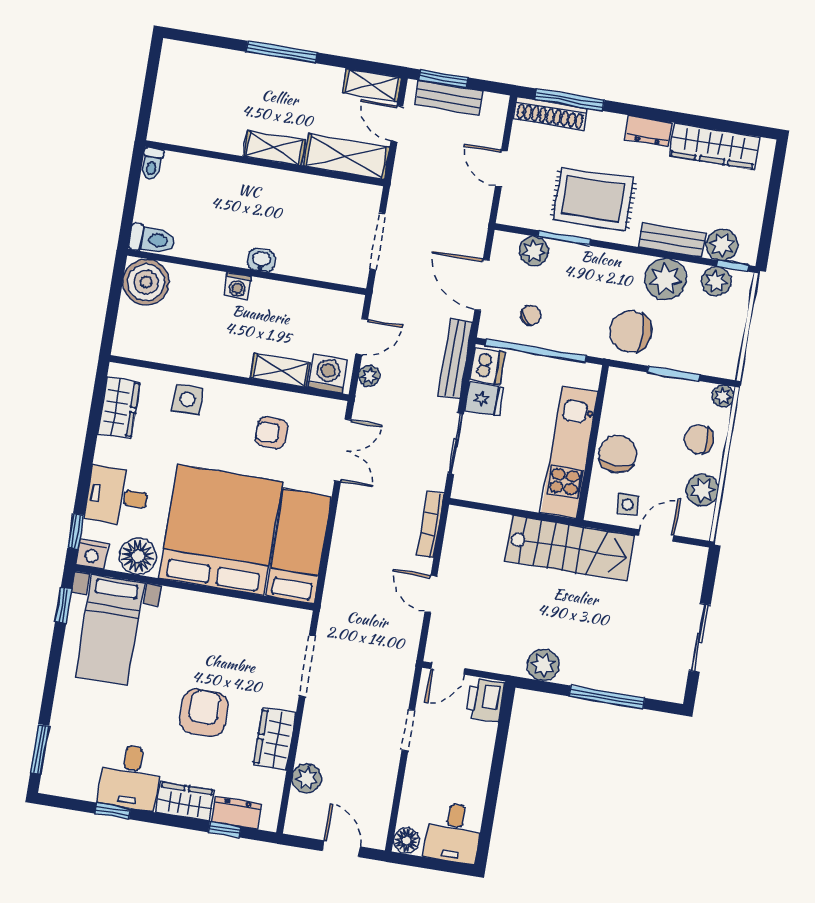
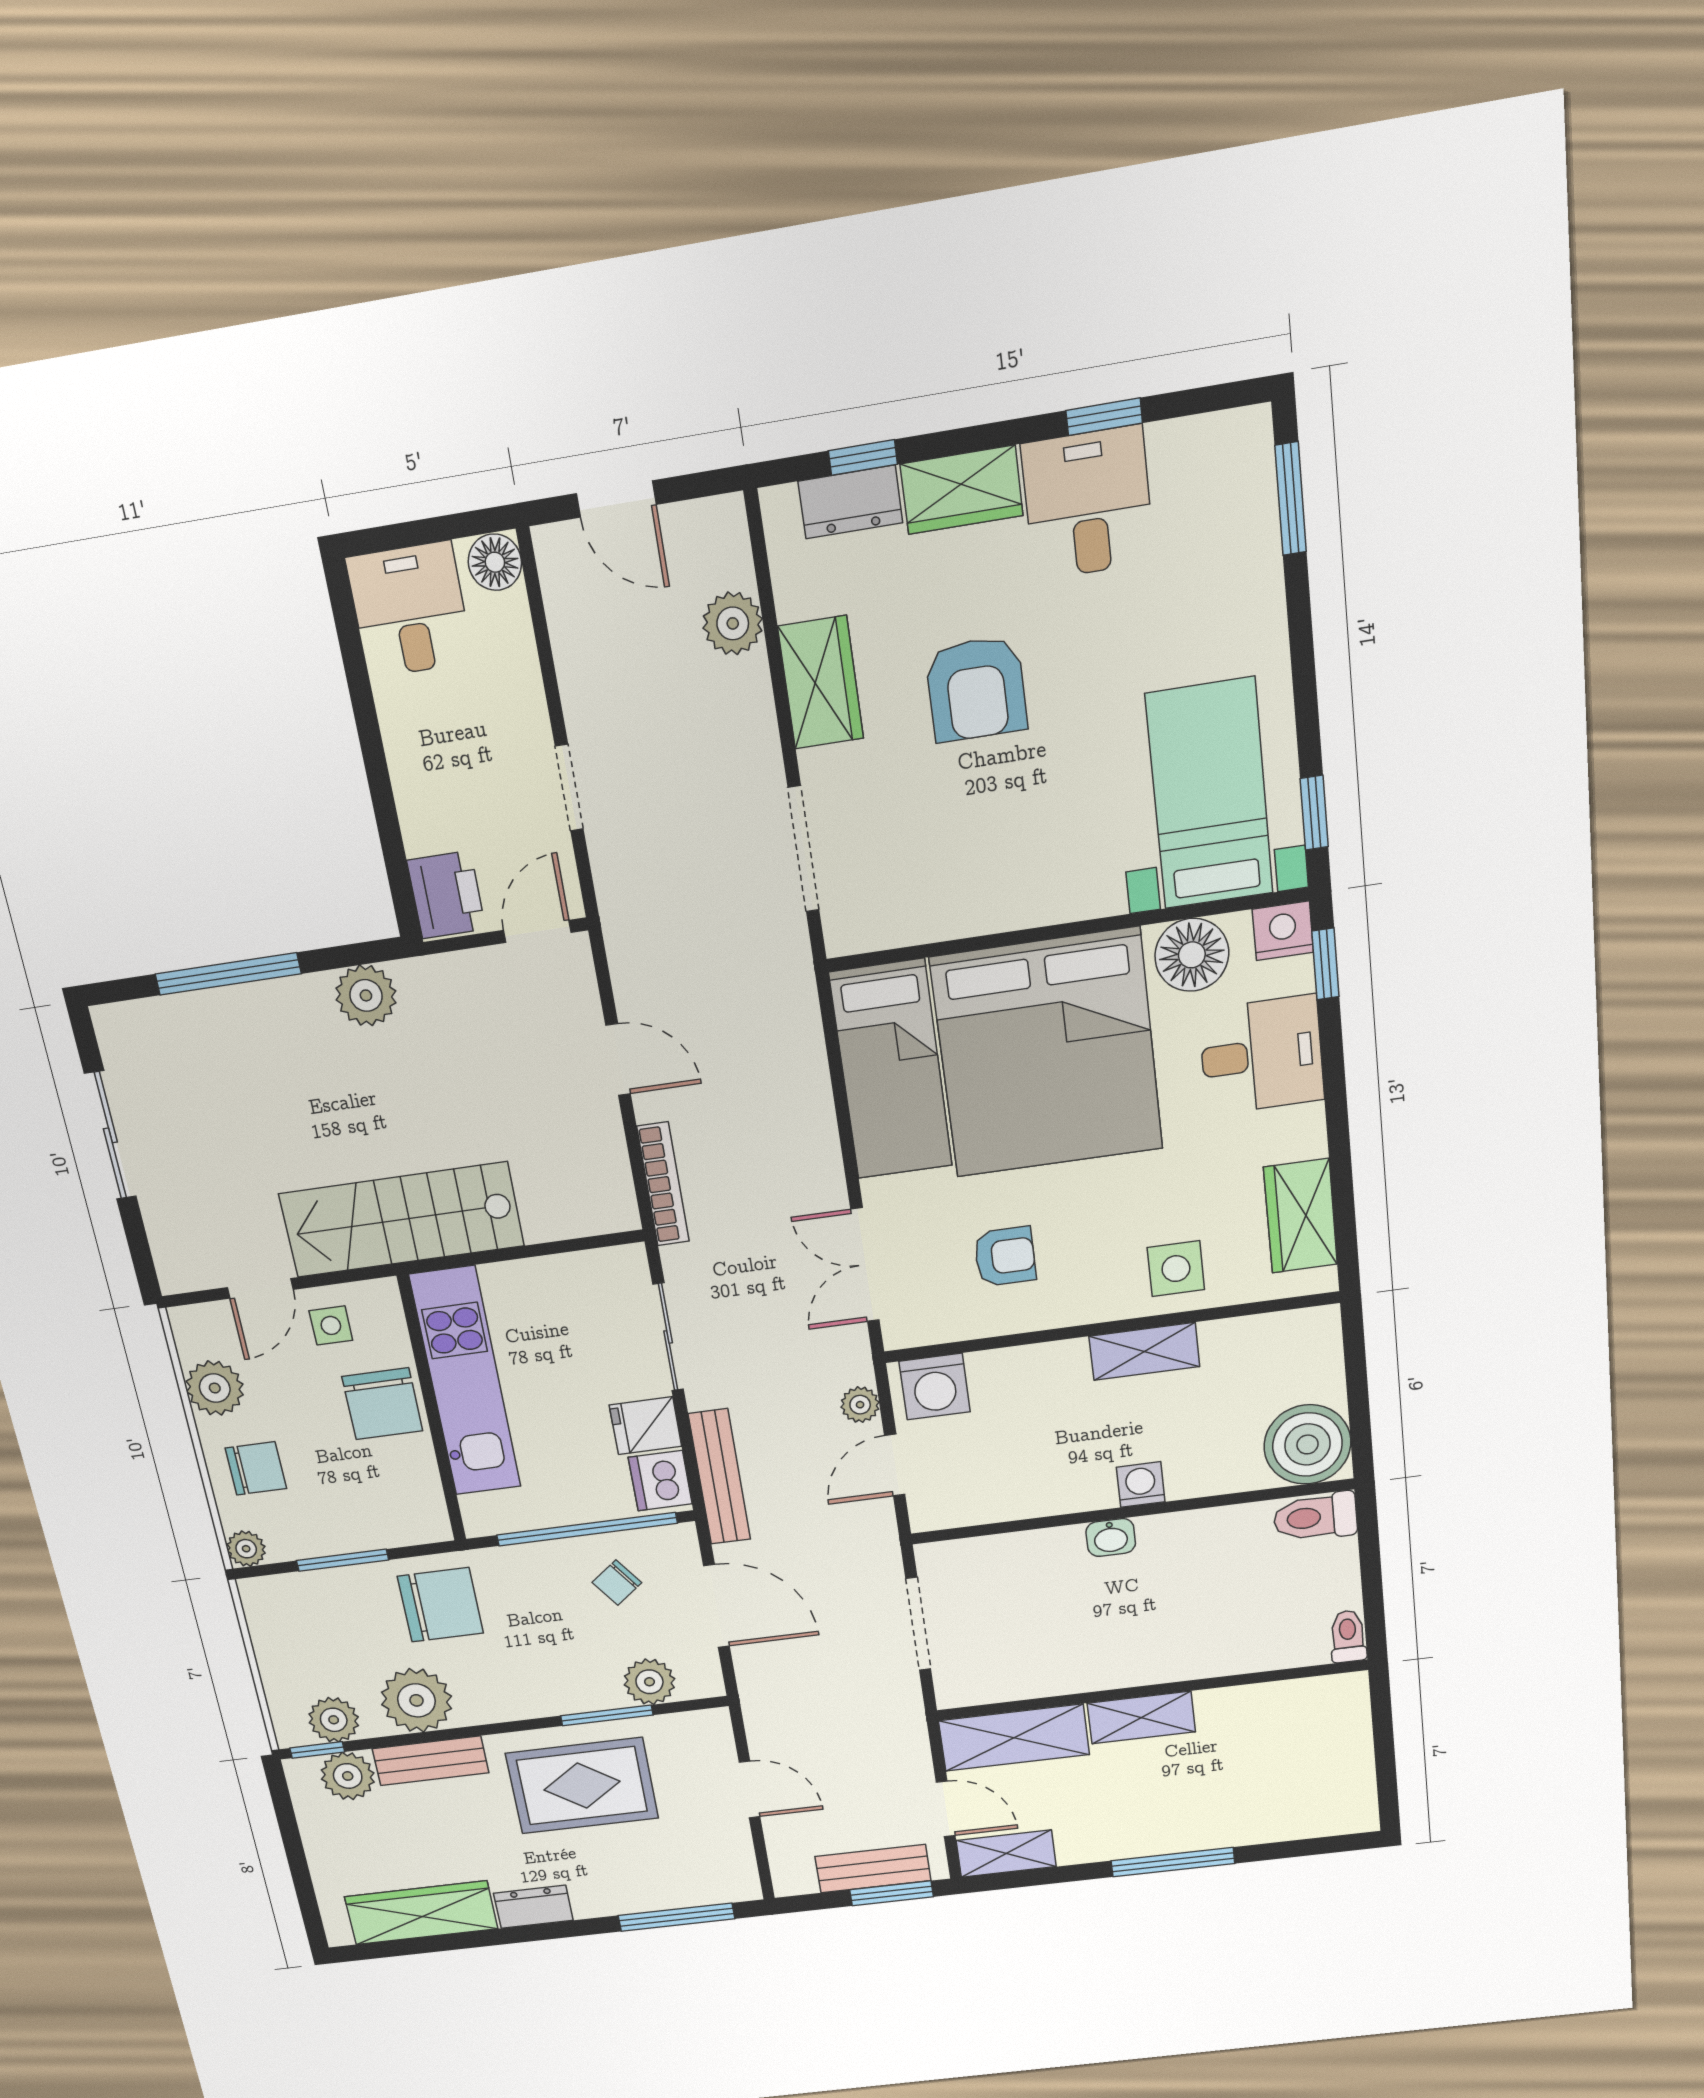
shoe rack: (550, 113) -> (700, 1890), removed
shelving: (280, 370) -> (1144, 1351), moved

